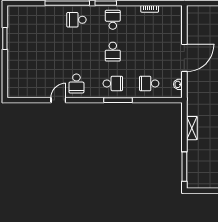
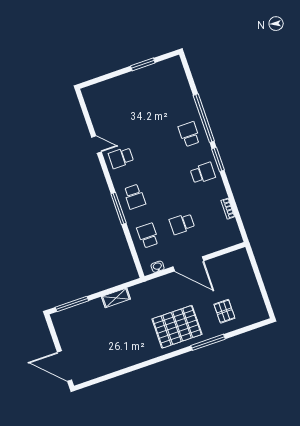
school desk: (113, 52) -> (182, 224), moved

